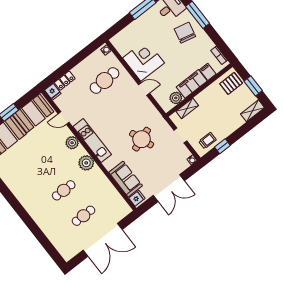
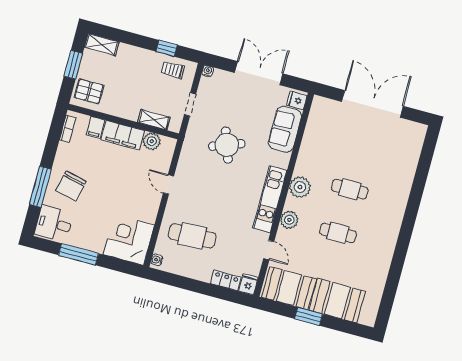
corner desk: (144, 60) -> (129, 240), moved, turned 90
cafe table: (83, 216) -> (338, 233), moved

